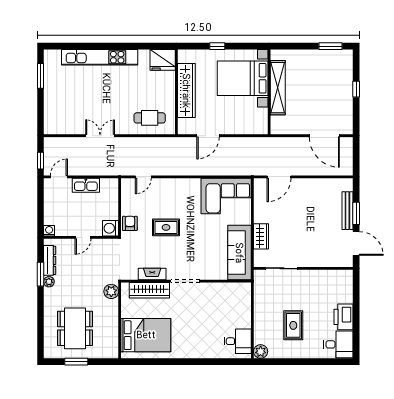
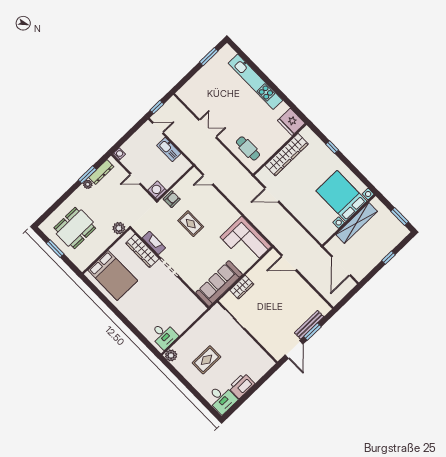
bed with nightstands: (243, 78) -> (341, 196), moved
shelving: (278, 88) -> (357, 223), moved
wall: (269, 92) -> (349, 220), moved

